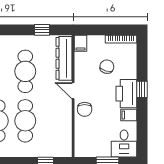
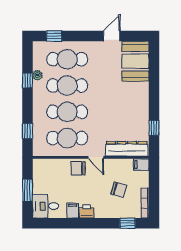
cafe table: (25, 71) -> (67, 138), moved
window: (142, 89) -> (127, 223), moved
door: (73, 91) -> (96, 157), swing flipped
printer: (126, 94) -> (87, 212), width x0.53, depth x0.68

